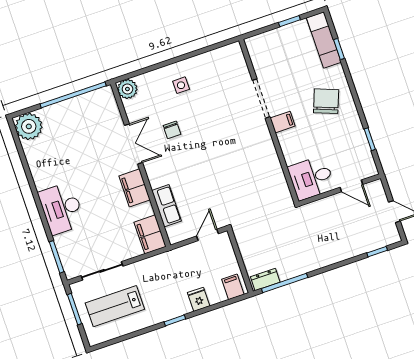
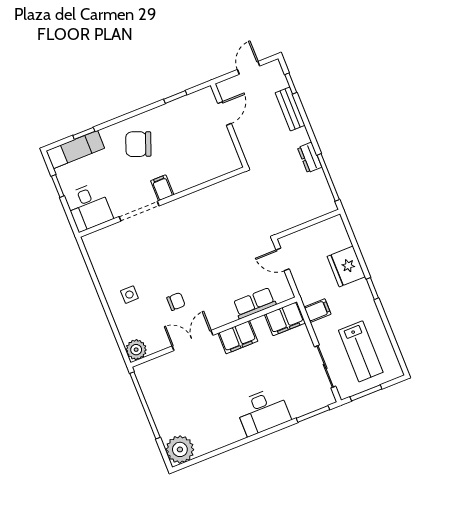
desk: (311, 178) -> (89, 207), moved
bench: (353, 250) -> (290, 109), added
dresser: (265, 280) -> (310, 157), moved
filing cabinet: (233, 287) -> (317, 311), moved, turned 180
fridge: (199, 299) -> (346, 267), width x1.88, depth x1.34

